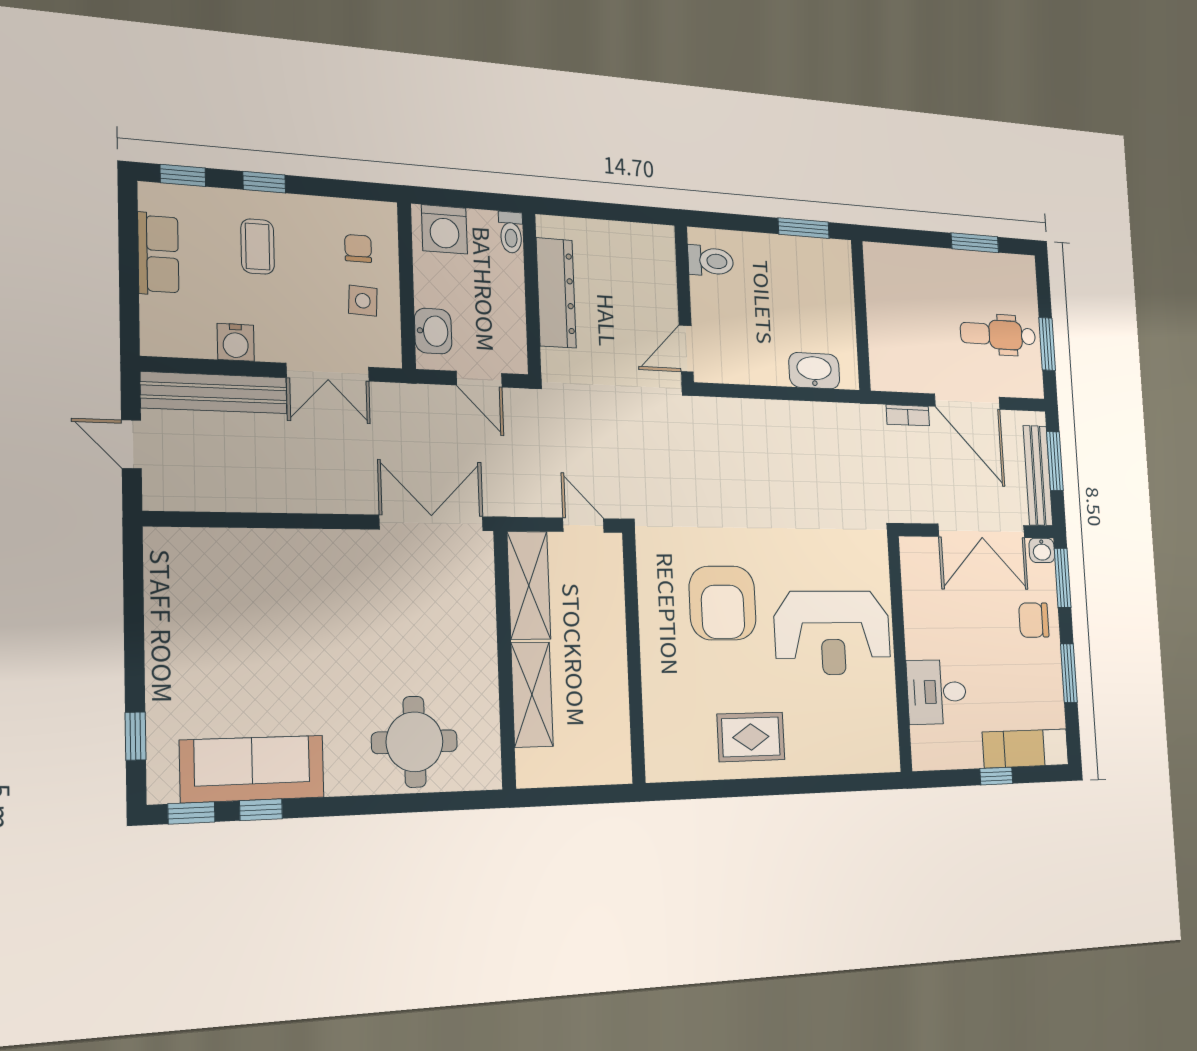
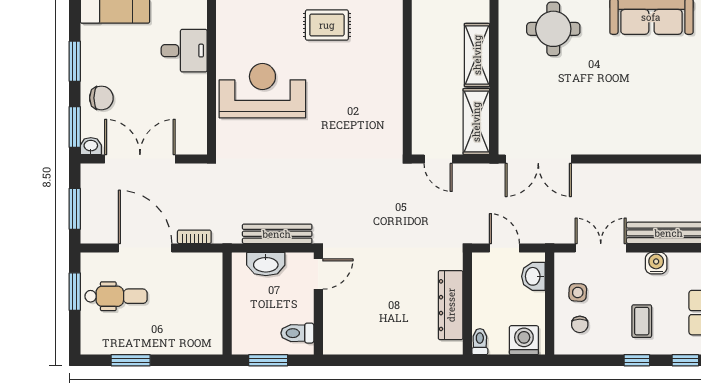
toilet: (711, 261) -> (297, 333), moved
wall: (684, 304) -> (318, 304), moved
door: (686, 349) -> (318, 274), moved
bench: (1038, 475) -> (277, 234), moved, turned 90
armchair: (723, 603) -> (343, 110), removed

